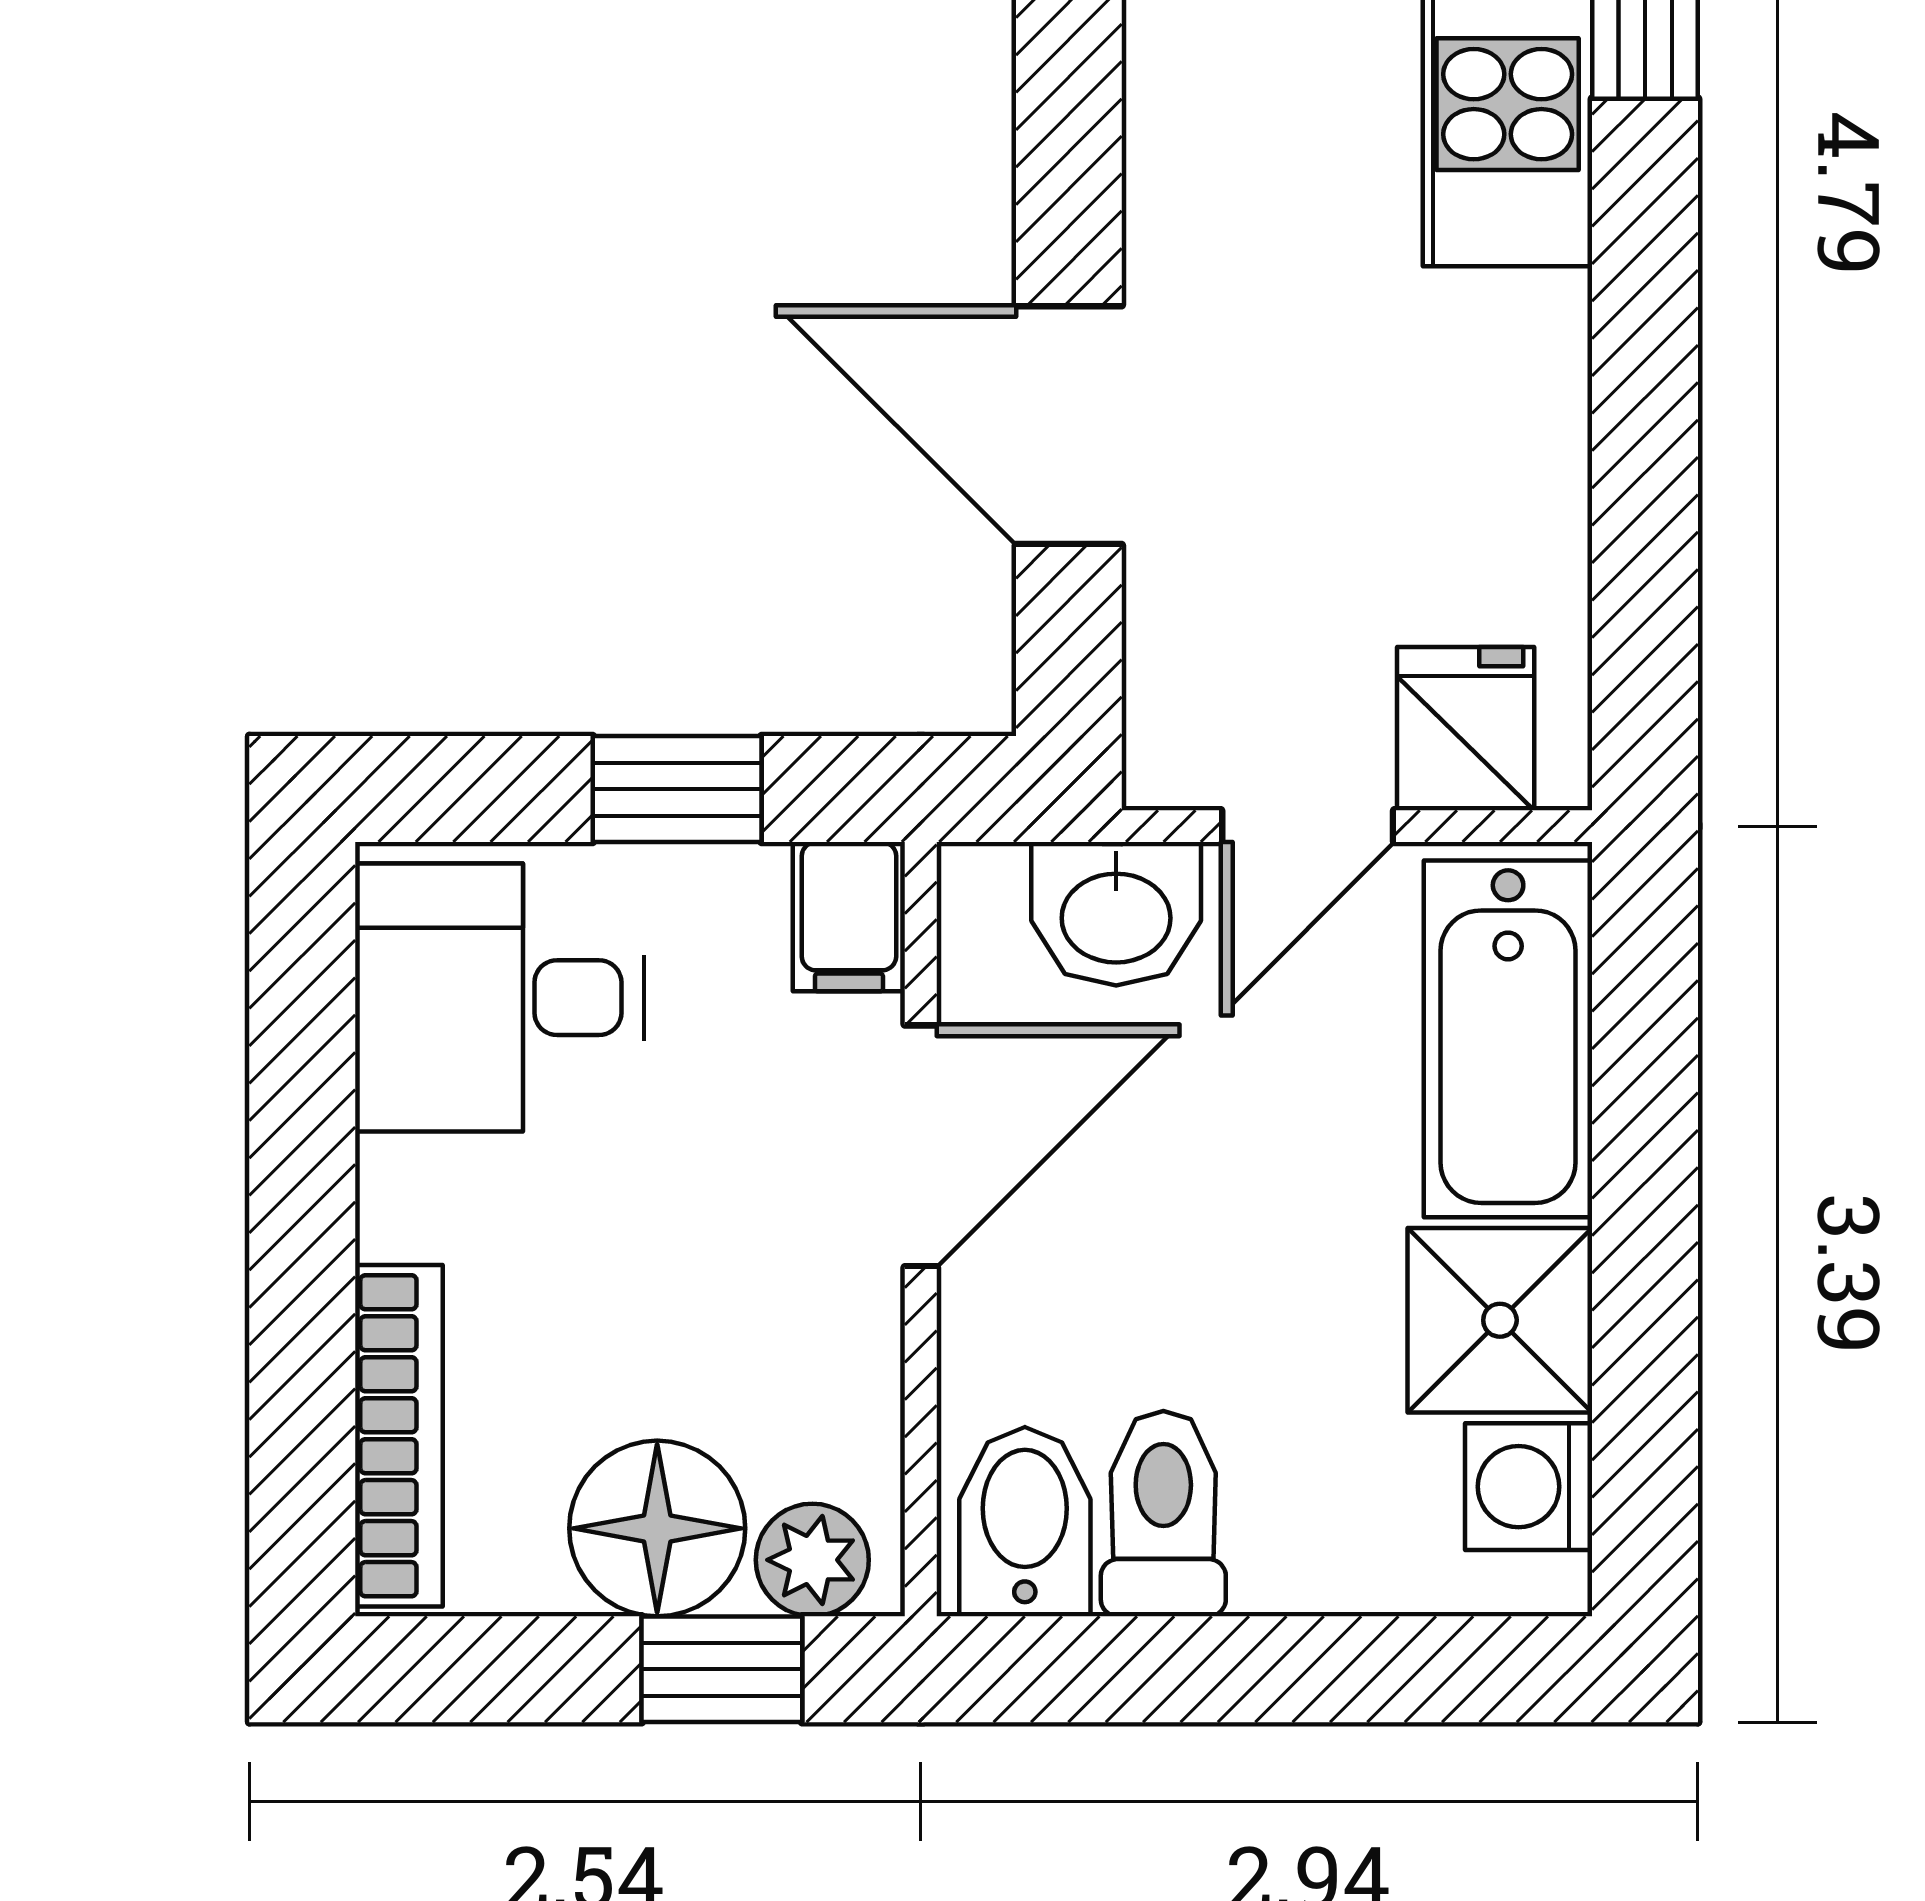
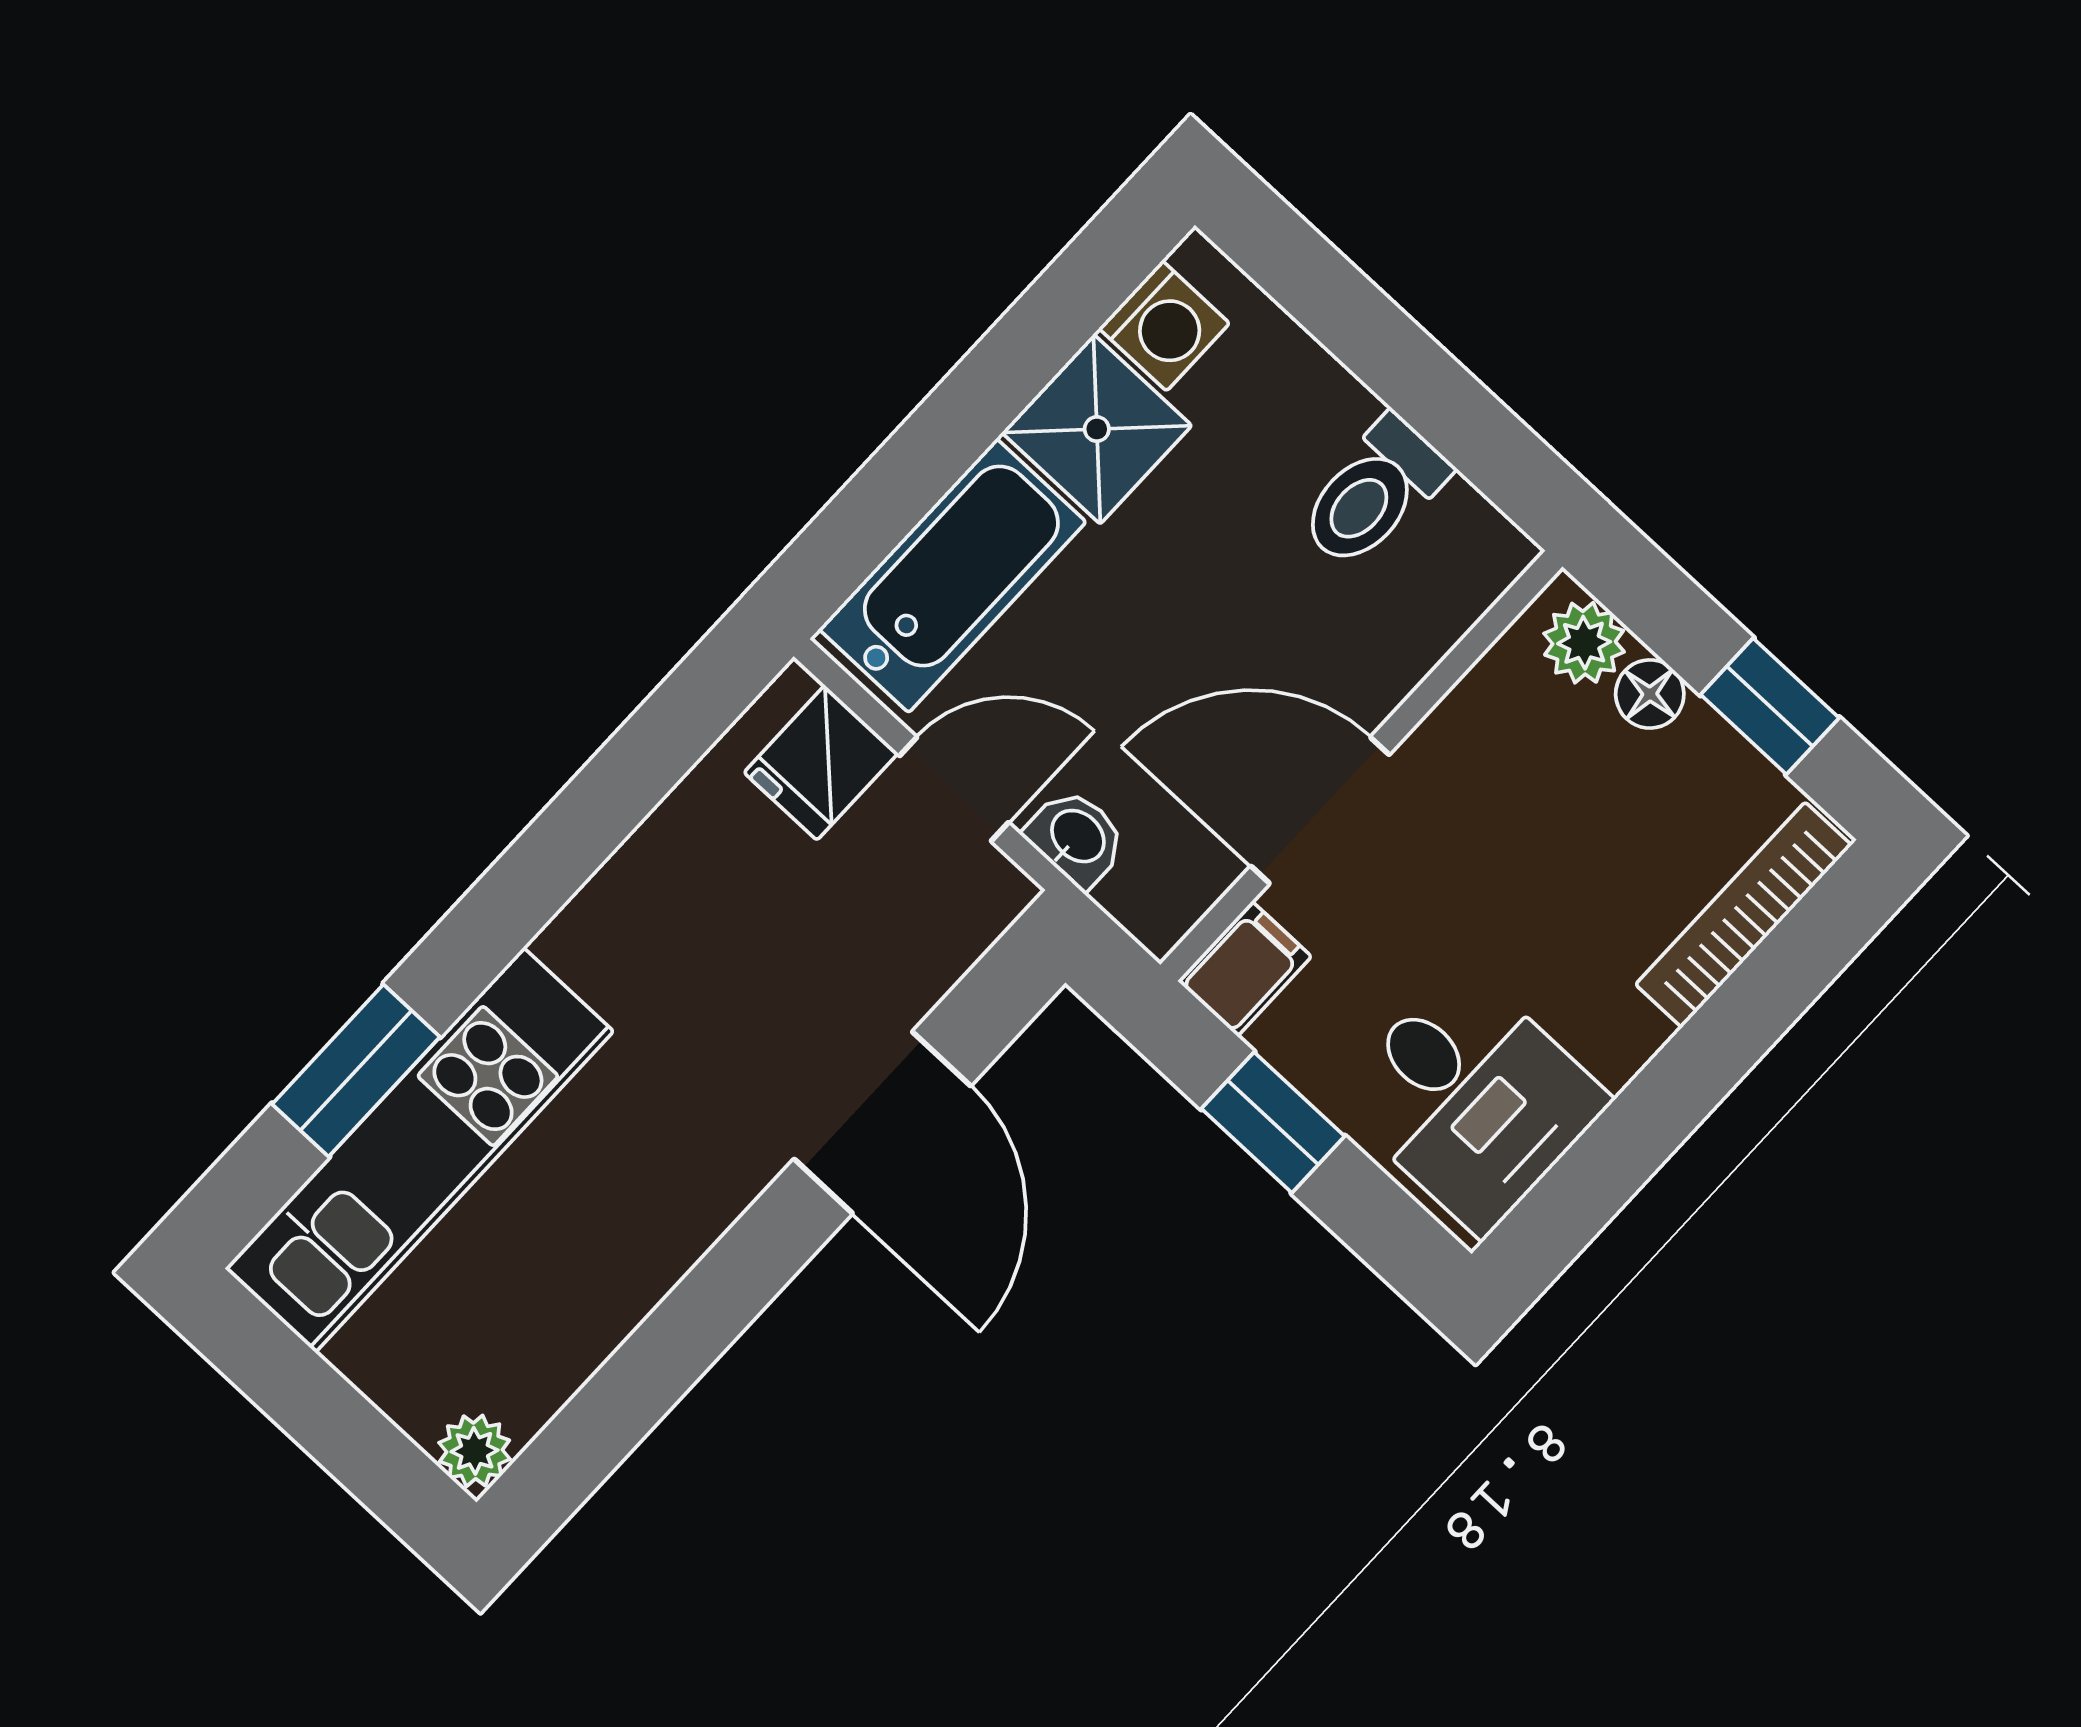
washbasin: (1116, 914) -> (1076, 838), width x0.72, depth x0.69
bidet: (1025, 1522) -> (1451, 557), removed
floor lamp: (657, 1528) -> (1650, 694), width x0.53, depth x0.53
window: (722, 1669) -> (1770, 706), moved

